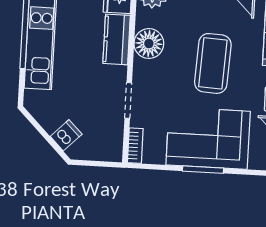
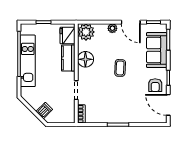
coffee table: (213, 63) -> (120, 68), width x0.54, depth x0.58
corner sofa: (208, 138) -> (120, 108), removed

